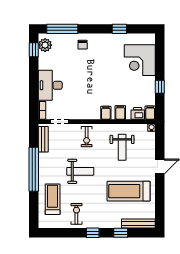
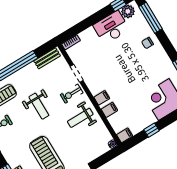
desk: (50, 85) -> (111, 27), moved
printer: (138, 113) -> (118, 125), removed
doorway: (60, 122) -> (77, 74), moved
weight bench: (122, 147) -> (80, 118), moved

